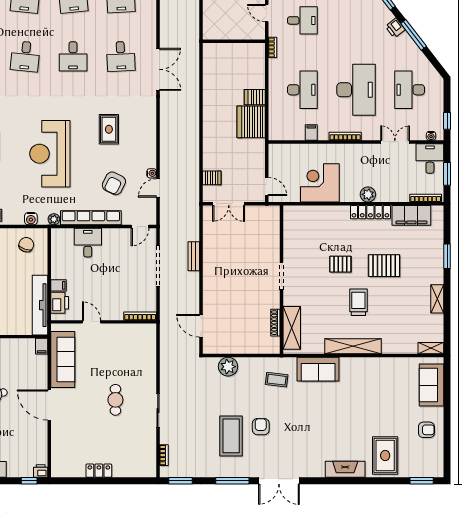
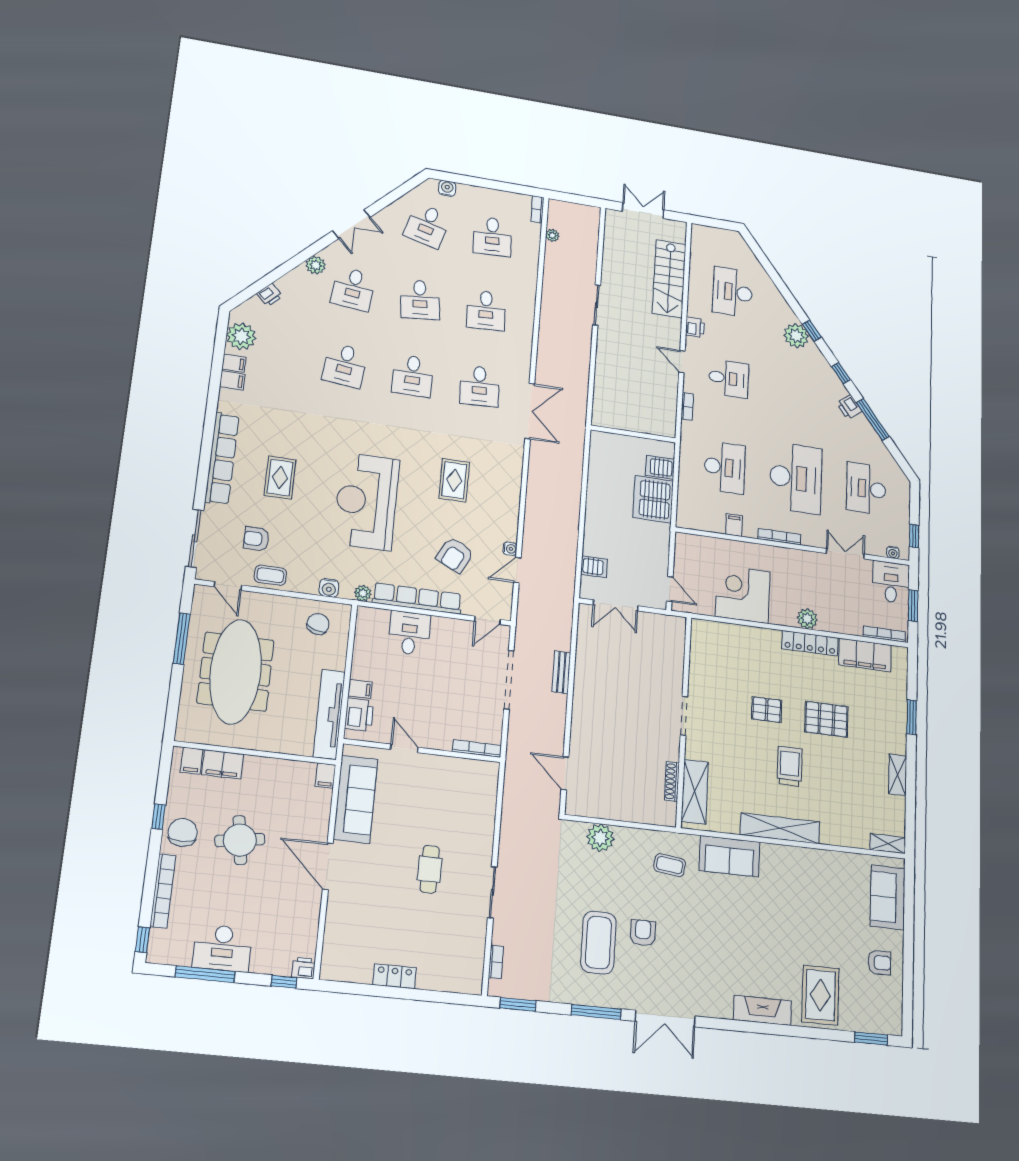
wall: (234, 41) -> (633, 434), moved

